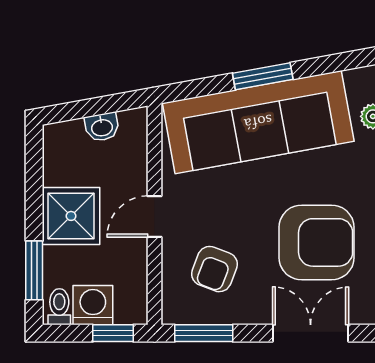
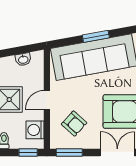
armchair: (214, 269) -> (74, 124), turned -69
washing machine: (93, 305) -> (35, 130), moved, turned -90

